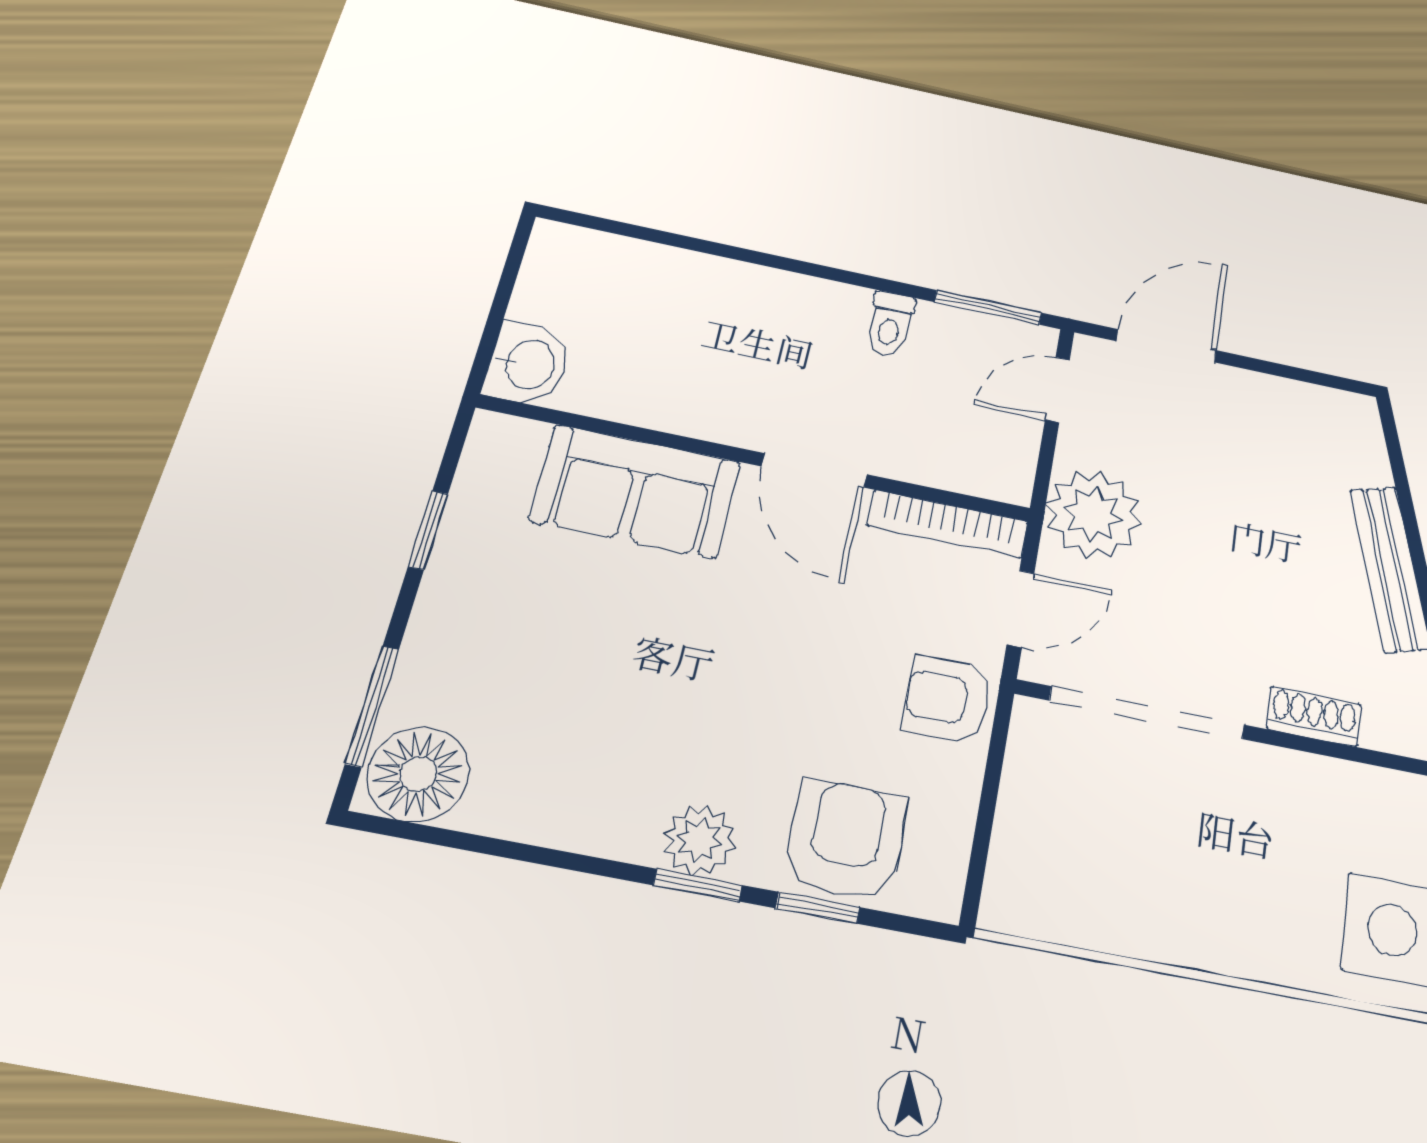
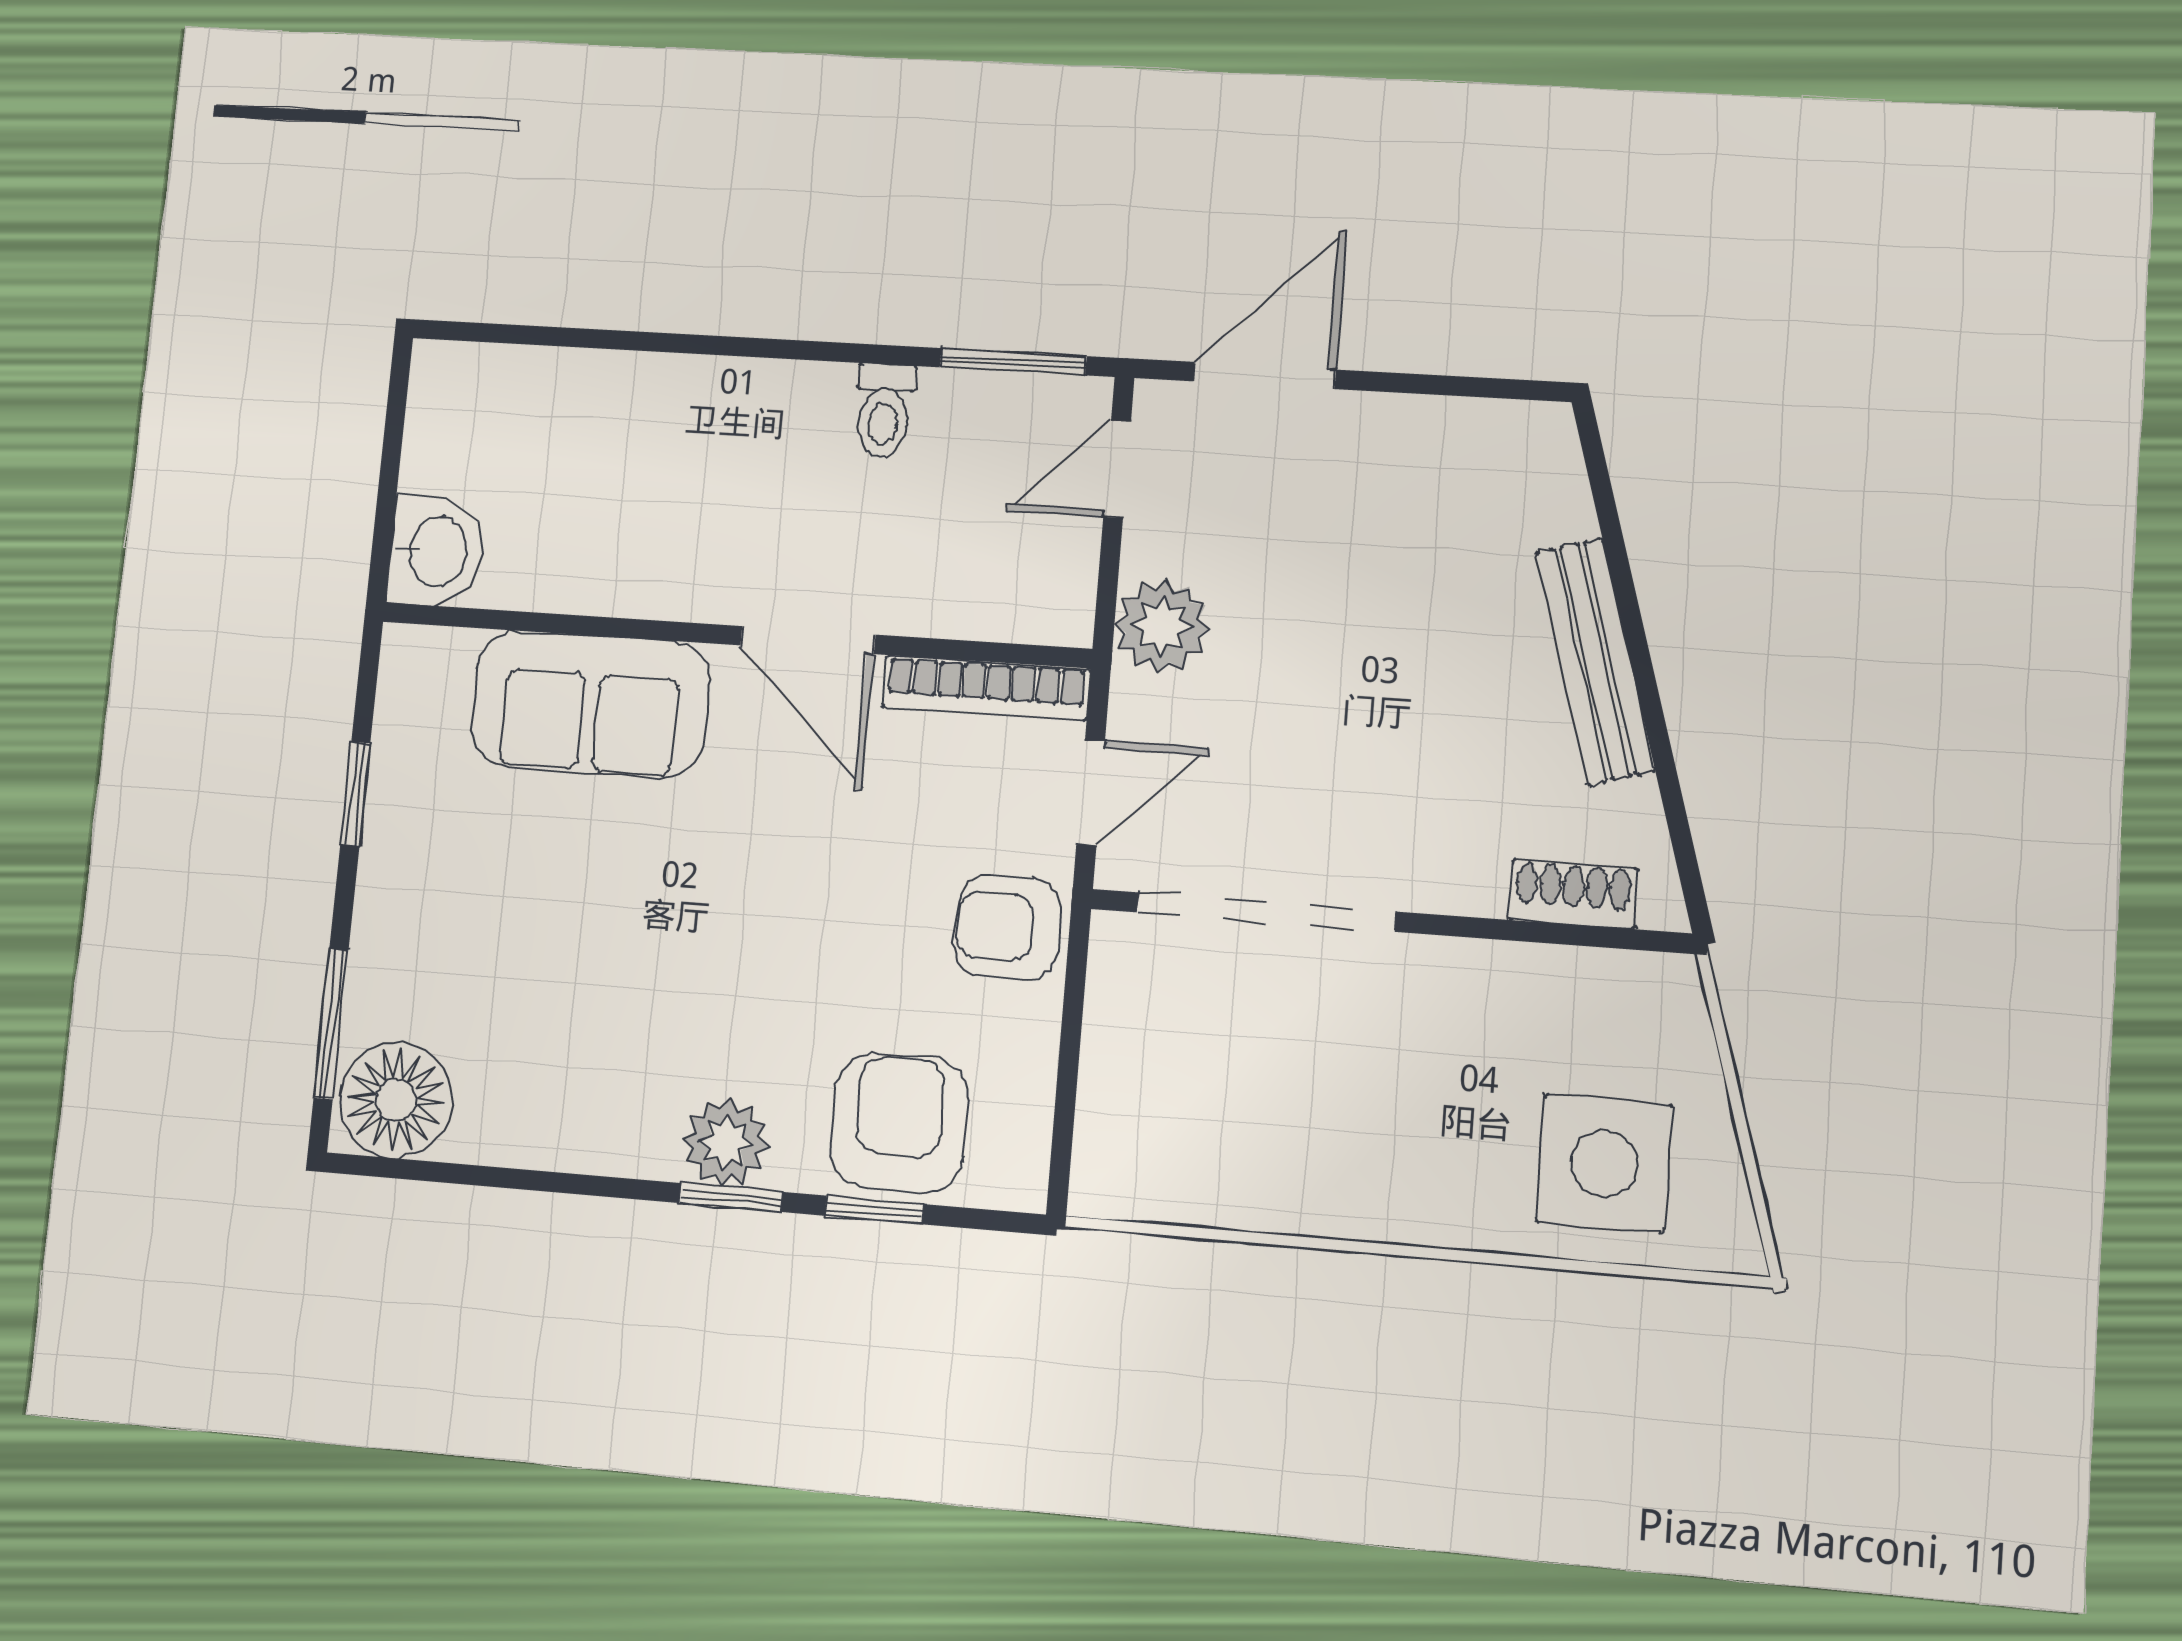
plant: (1093, 514) -> (1162, 626), width x0.73, depth x0.73
shoe rack: (1314, 717) -> (1573, 894), moved

